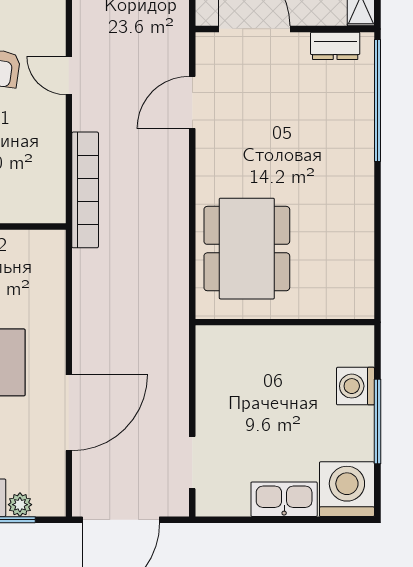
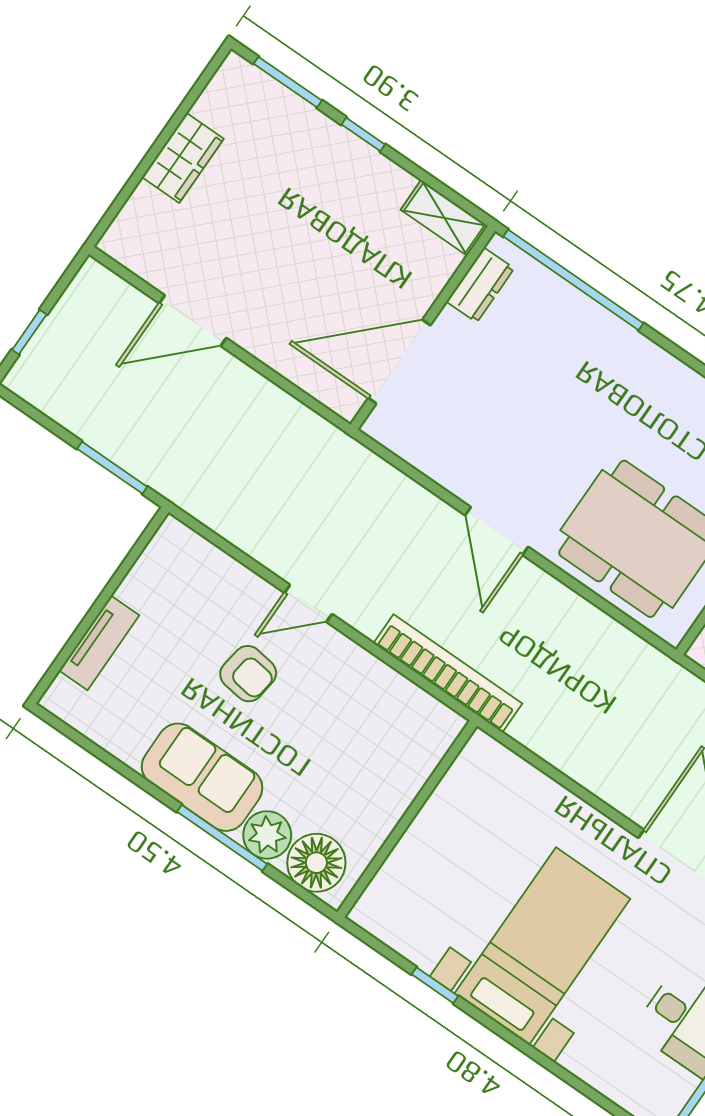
door: (192, 103) -> (497, 531), moved

